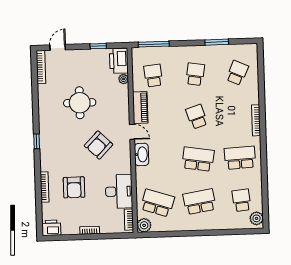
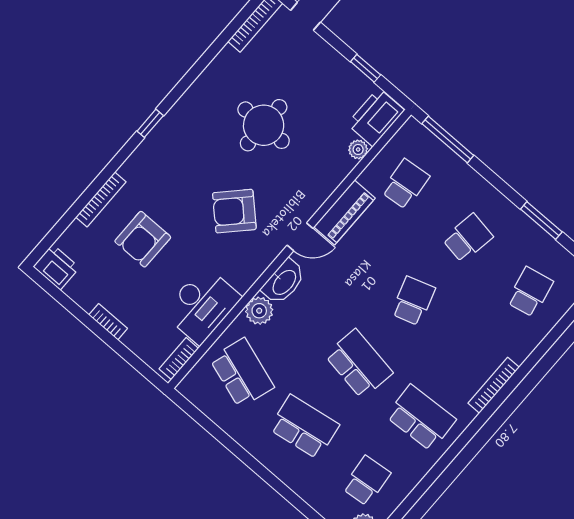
school desk: (237, 73) -> (530, 292), turned -36
door: (132, 132) -> (300, 237), hinge flipped
plant: (144, 225) -> (259, 311), moved

